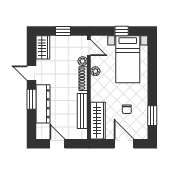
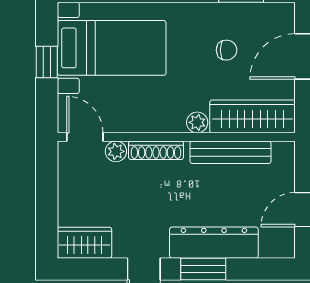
window: (63, 31) -> (47, 197), removed
door: (89, 48) -> (85, 137), hinge flipped
plant: (95, 71) -> (197, 122), moved

